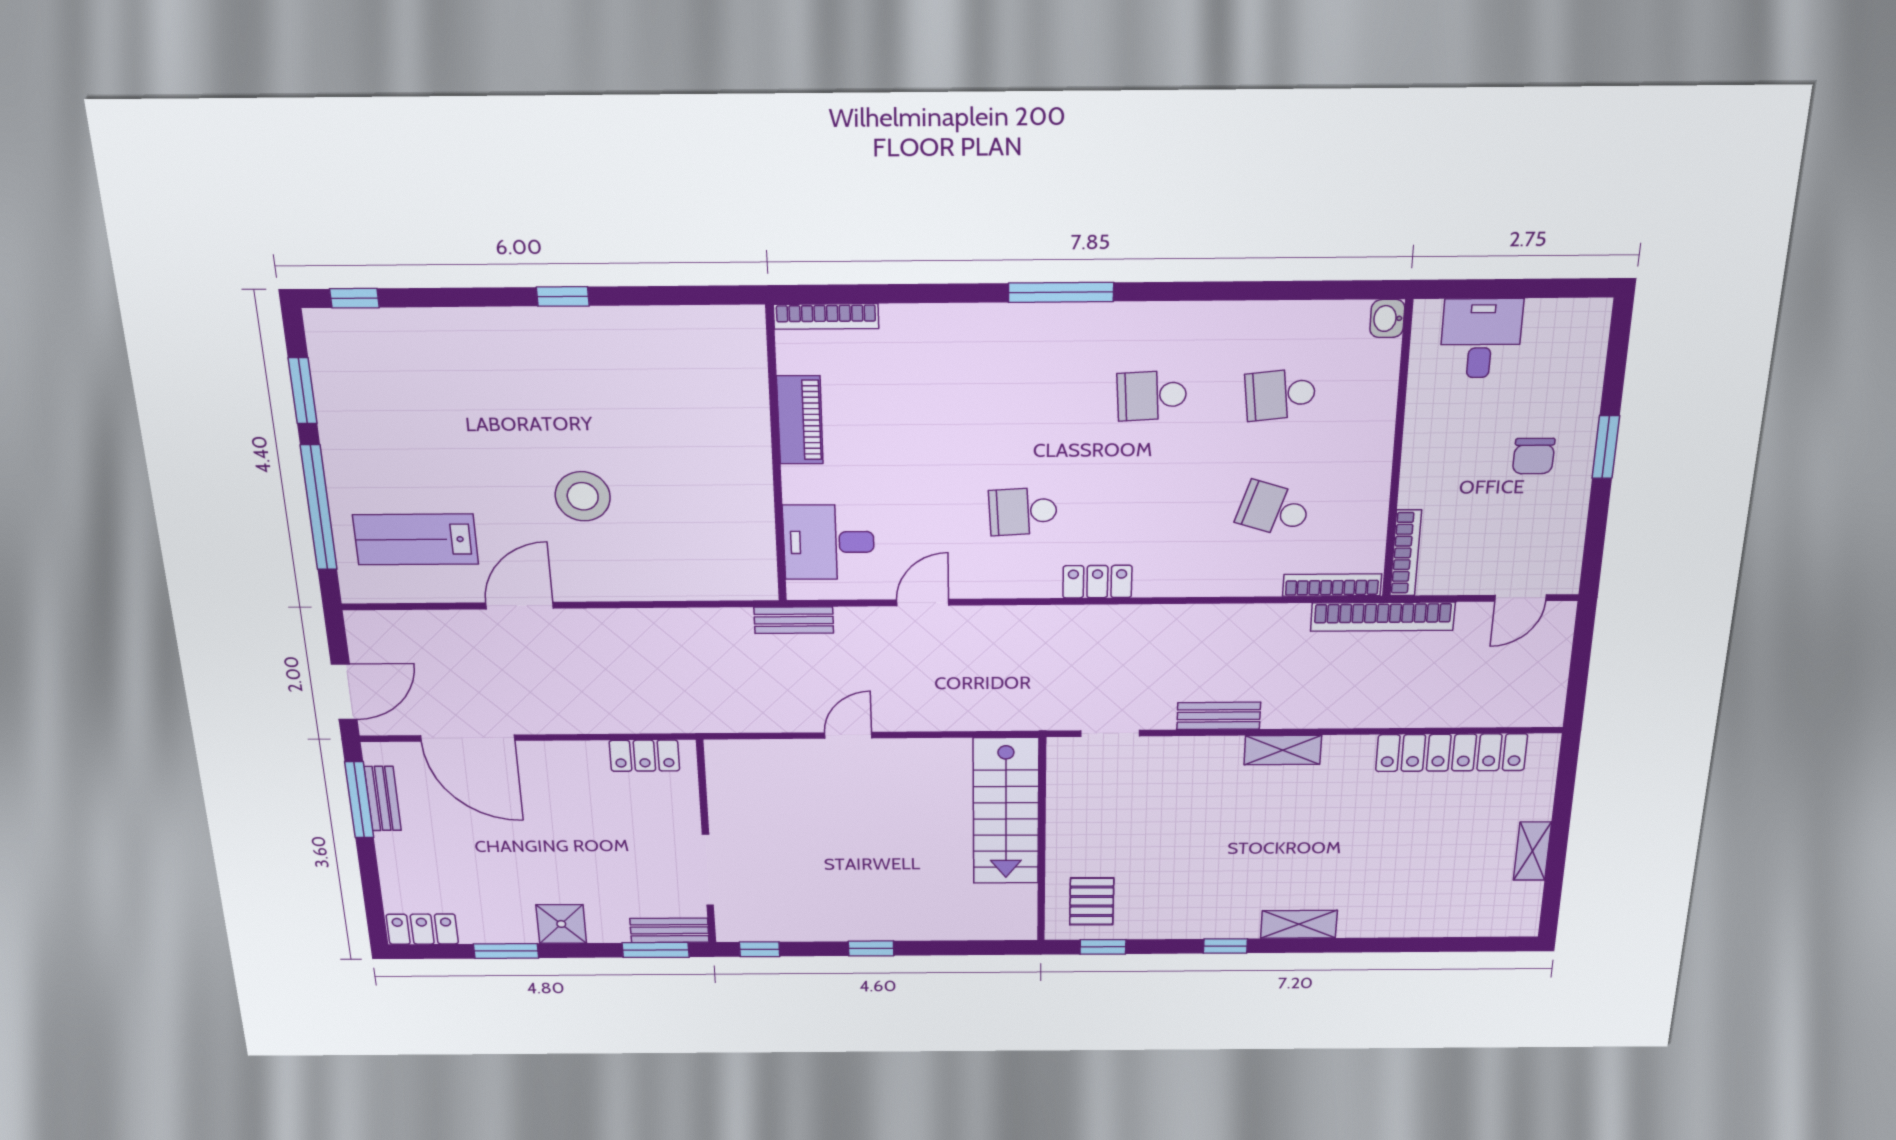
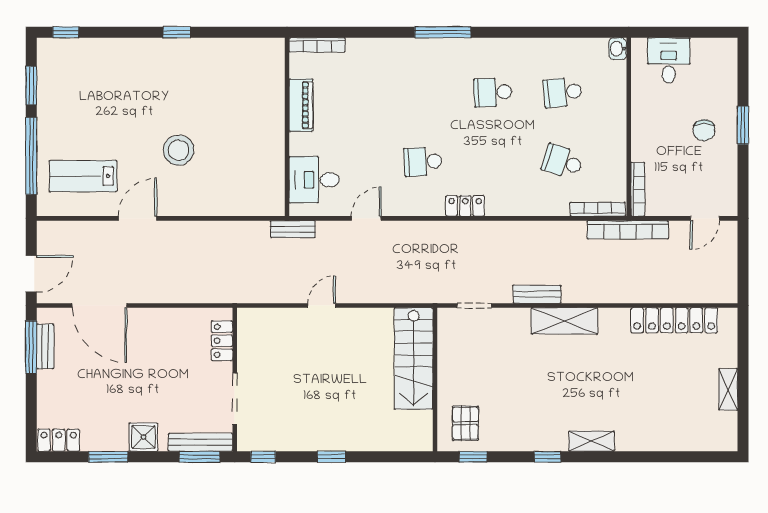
shelving: (1283, 750) -> (564, 321), width x1.50, depth x1.33
locker: (644, 756) -> (222, 341), moved, turned 90
bench: (669, 930) -> (200, 442), width x1.36

